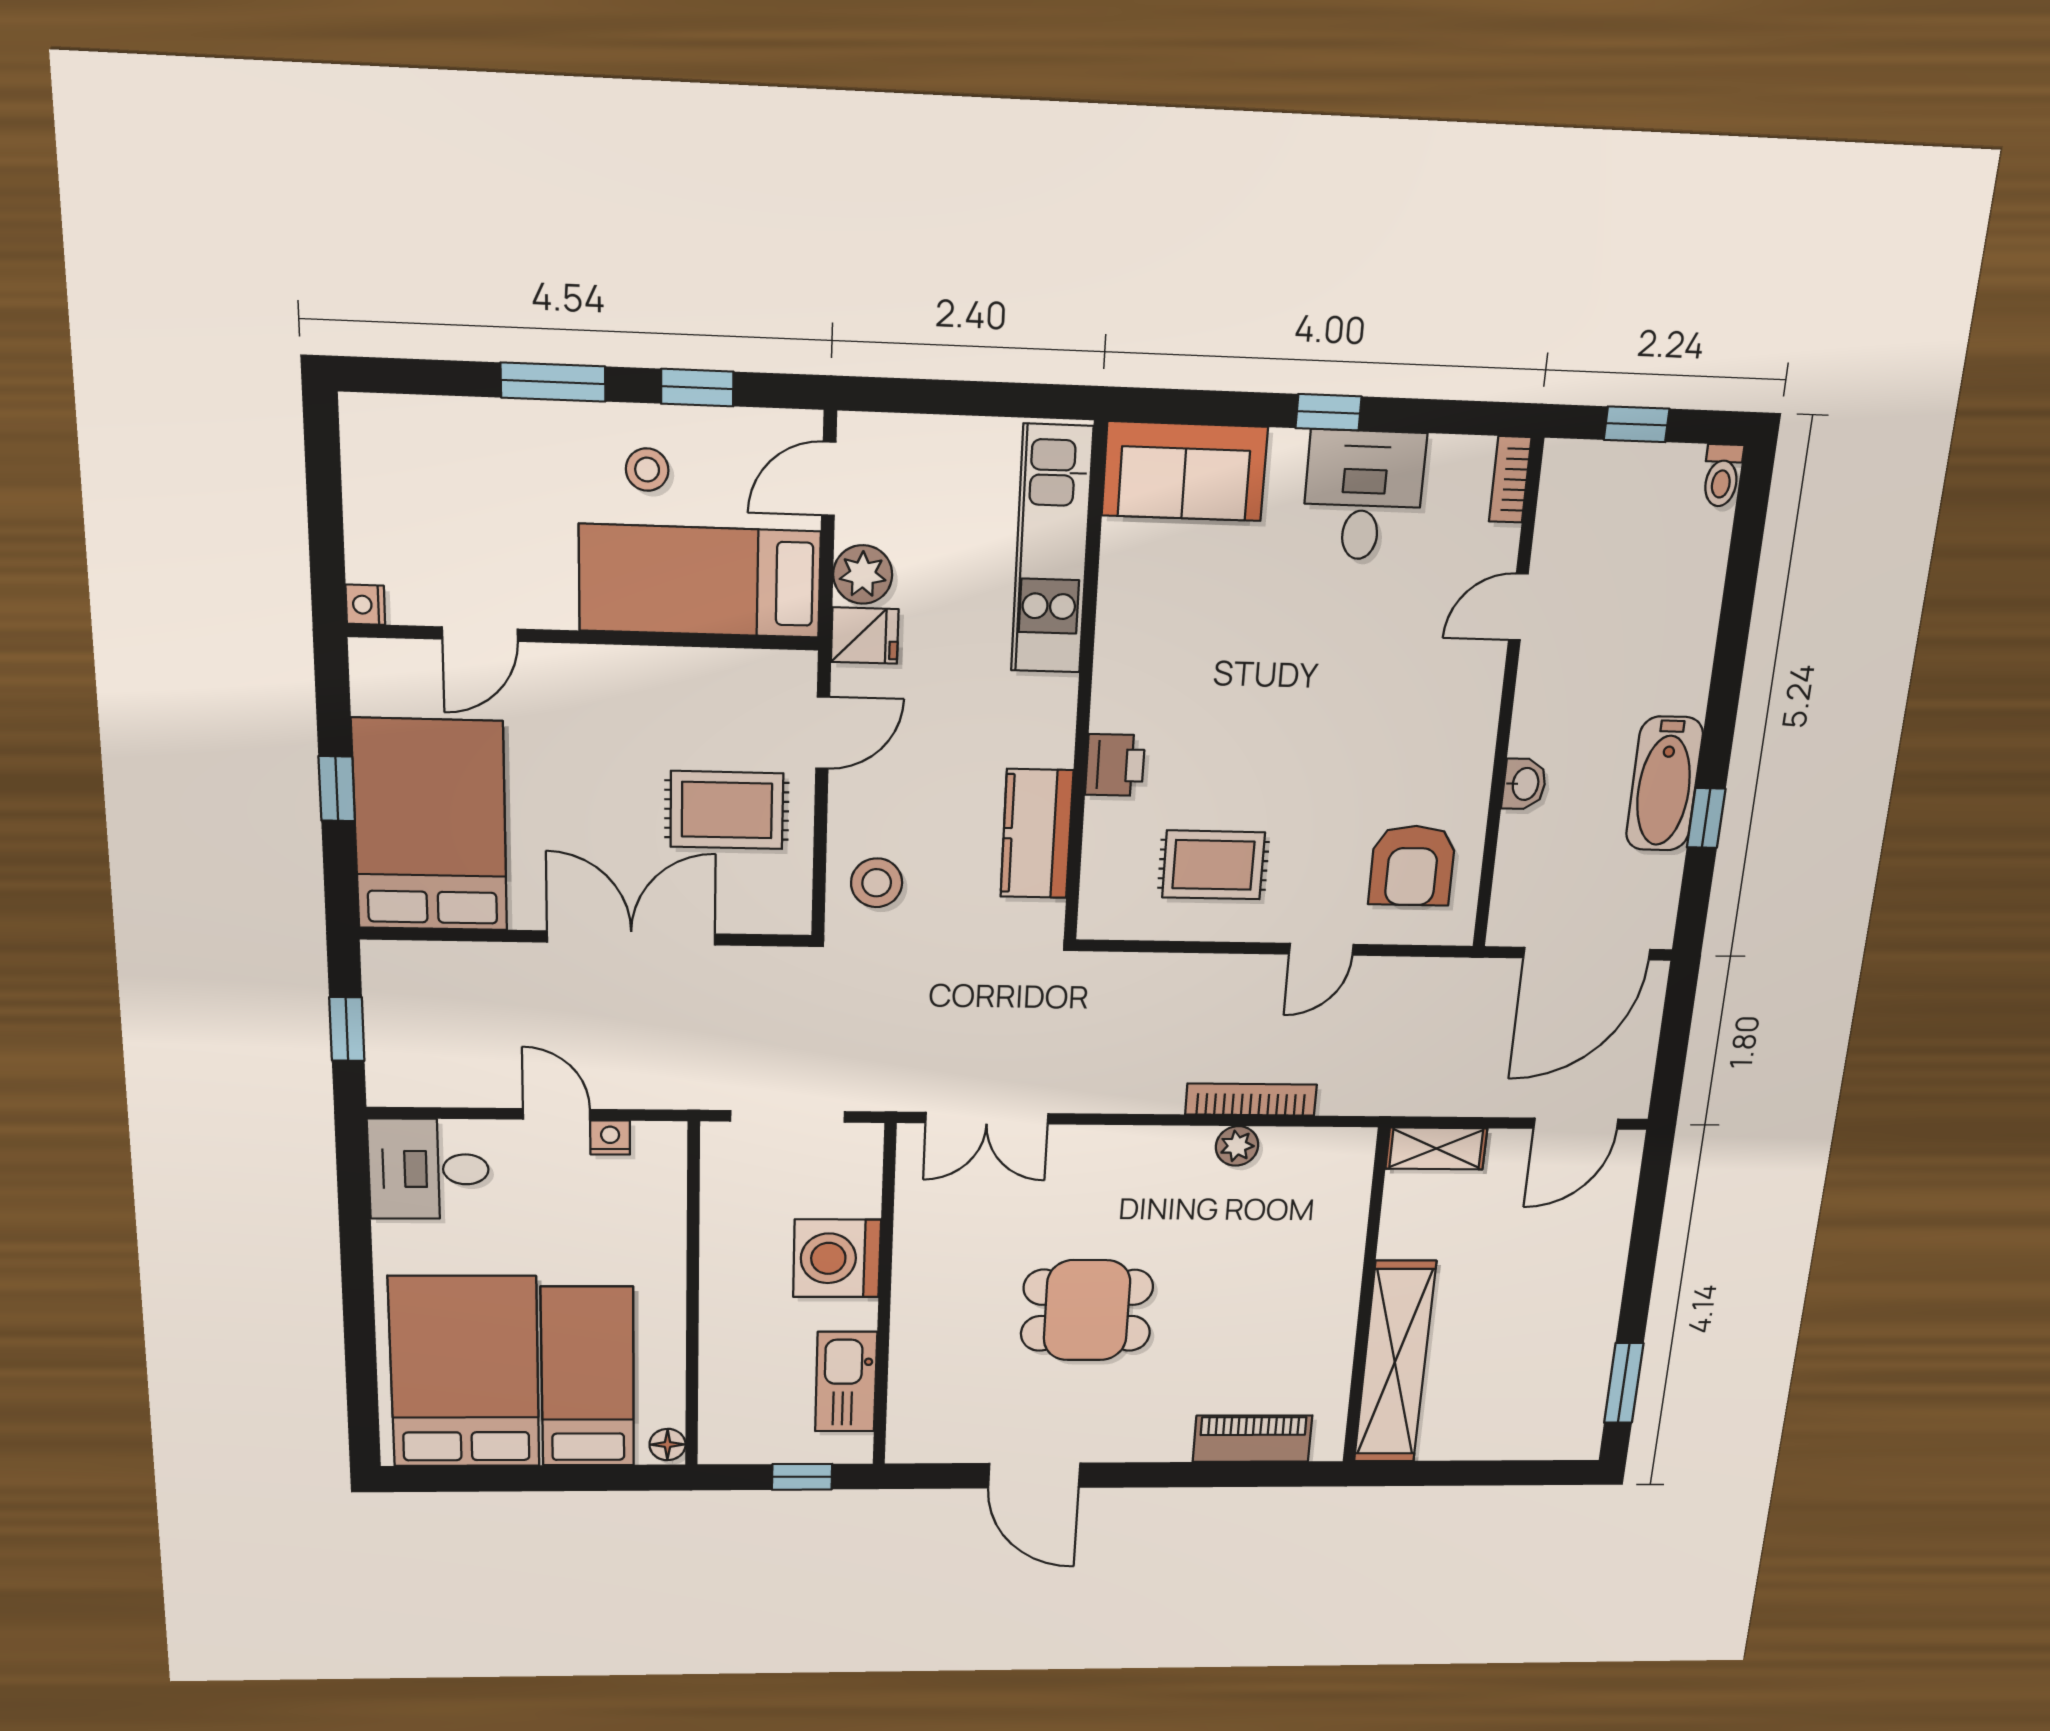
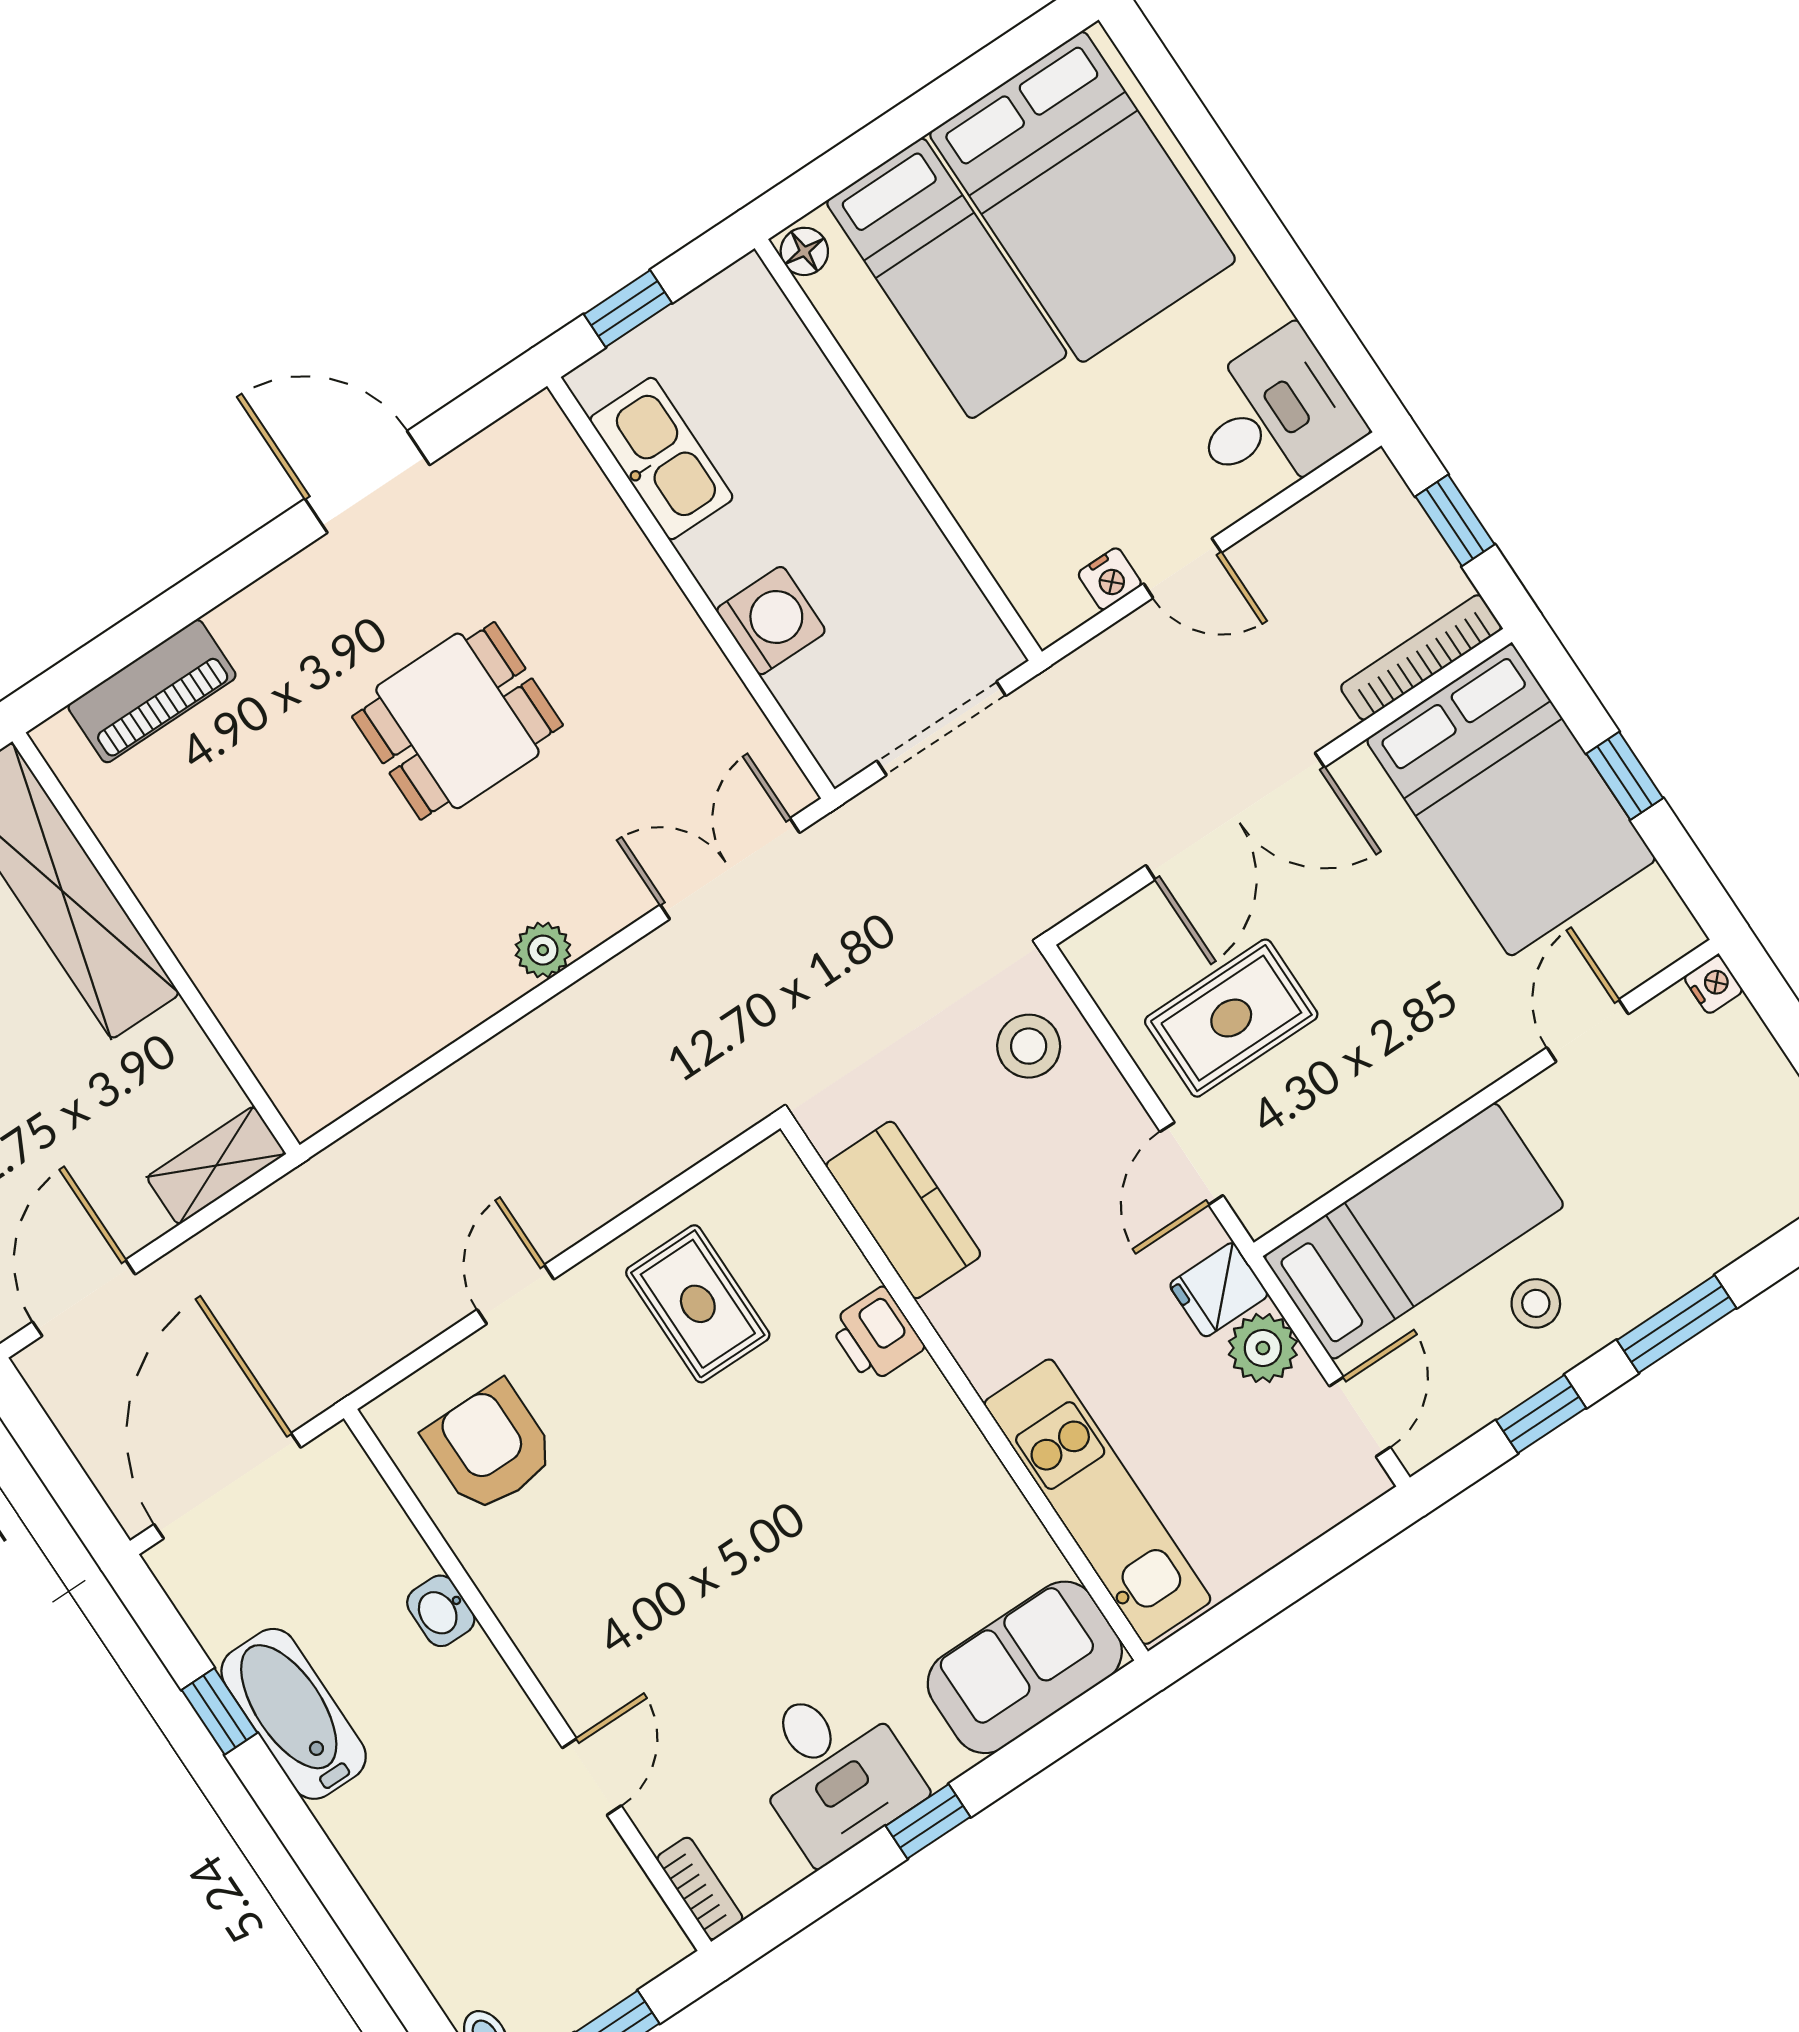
rug: (1213, 865) -> (698, 1304), turned 90
bookcase: (1251, 1100) -> (1421, 657), moved, turned 180
plant: (1237, 1146) -> (543, 950), moved
washing machine: (837, 1258) -> (771, 621), width x0.73, depth x0.73

